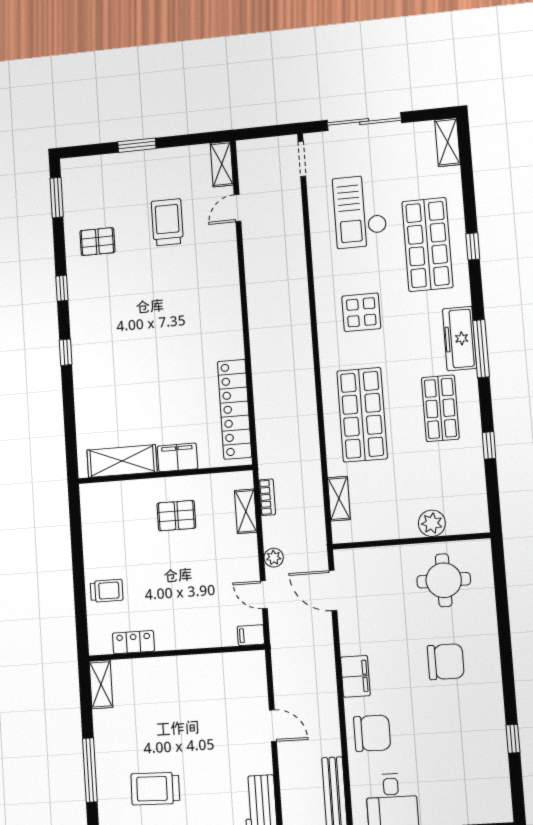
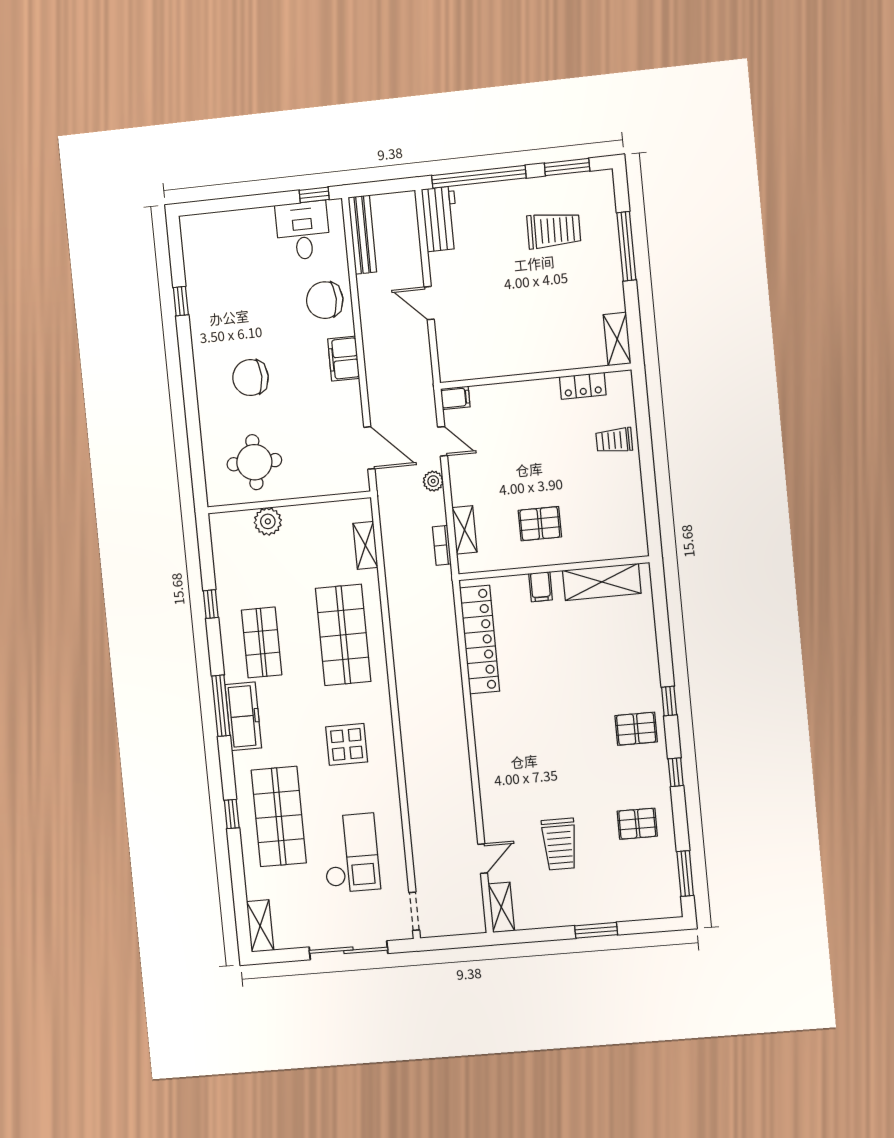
pallet: (96, 327) -> (636, 729), added
filing cabinet: (177, 457) -> (541, 587), width x0.50

